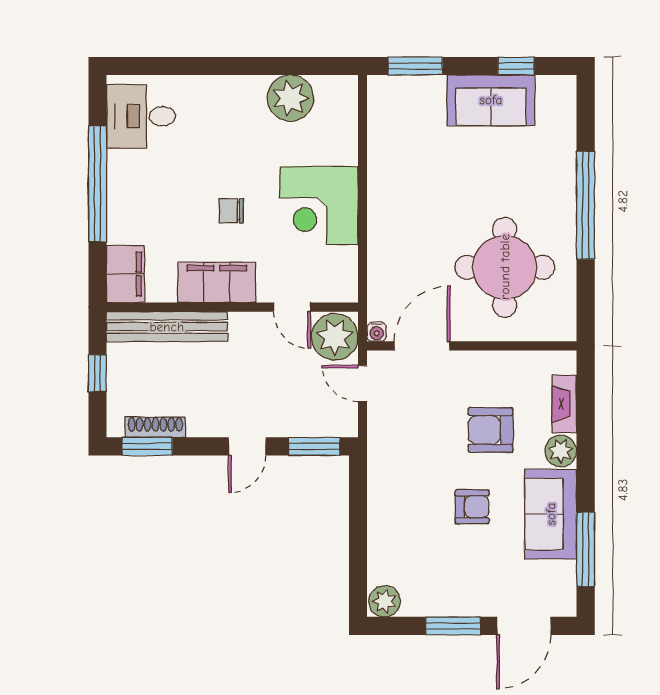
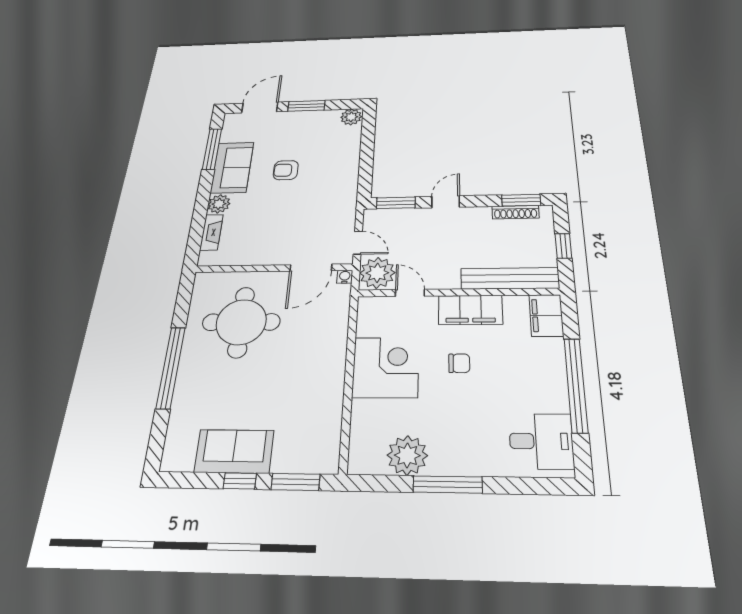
window: (245, 66) -> (448, 484), added
window: (516, 66) -> (240, 481), moved
armchair: (491, 430) -> (267, 215), removed

